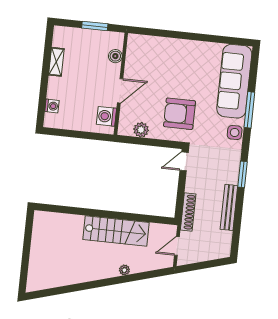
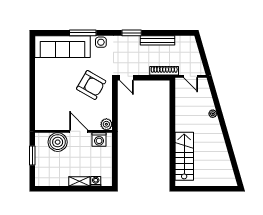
boiler: (115, 56) -> (58, 142), width x1.86, depth x1.86
shelving: (56, 62) -> (79, 181), moved
armchair: (180, 114) -> (91, 85), turned -60
plant: (141, 130) -> (106, 124), moved
stairs: (116, 231) -> (184, 156), moved

